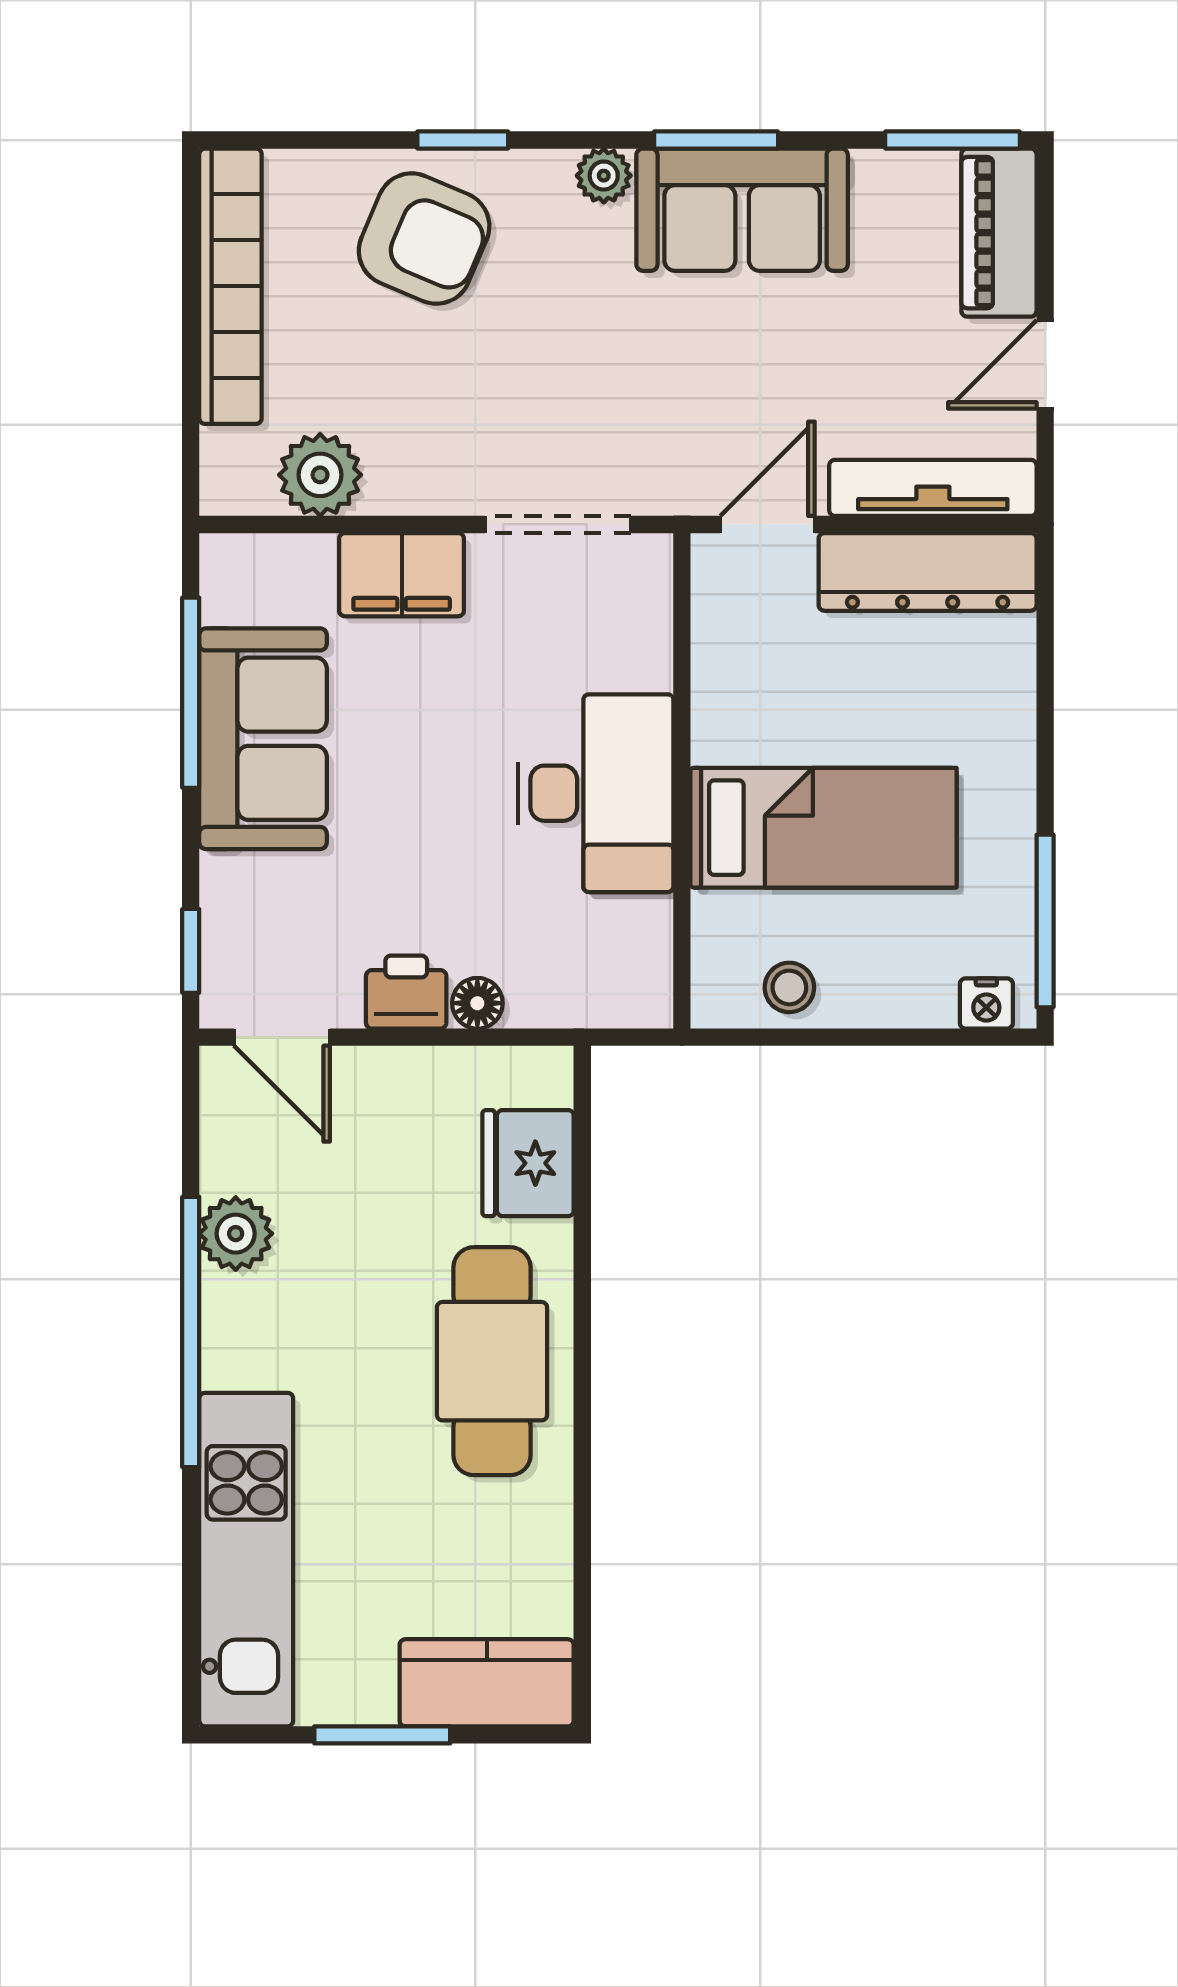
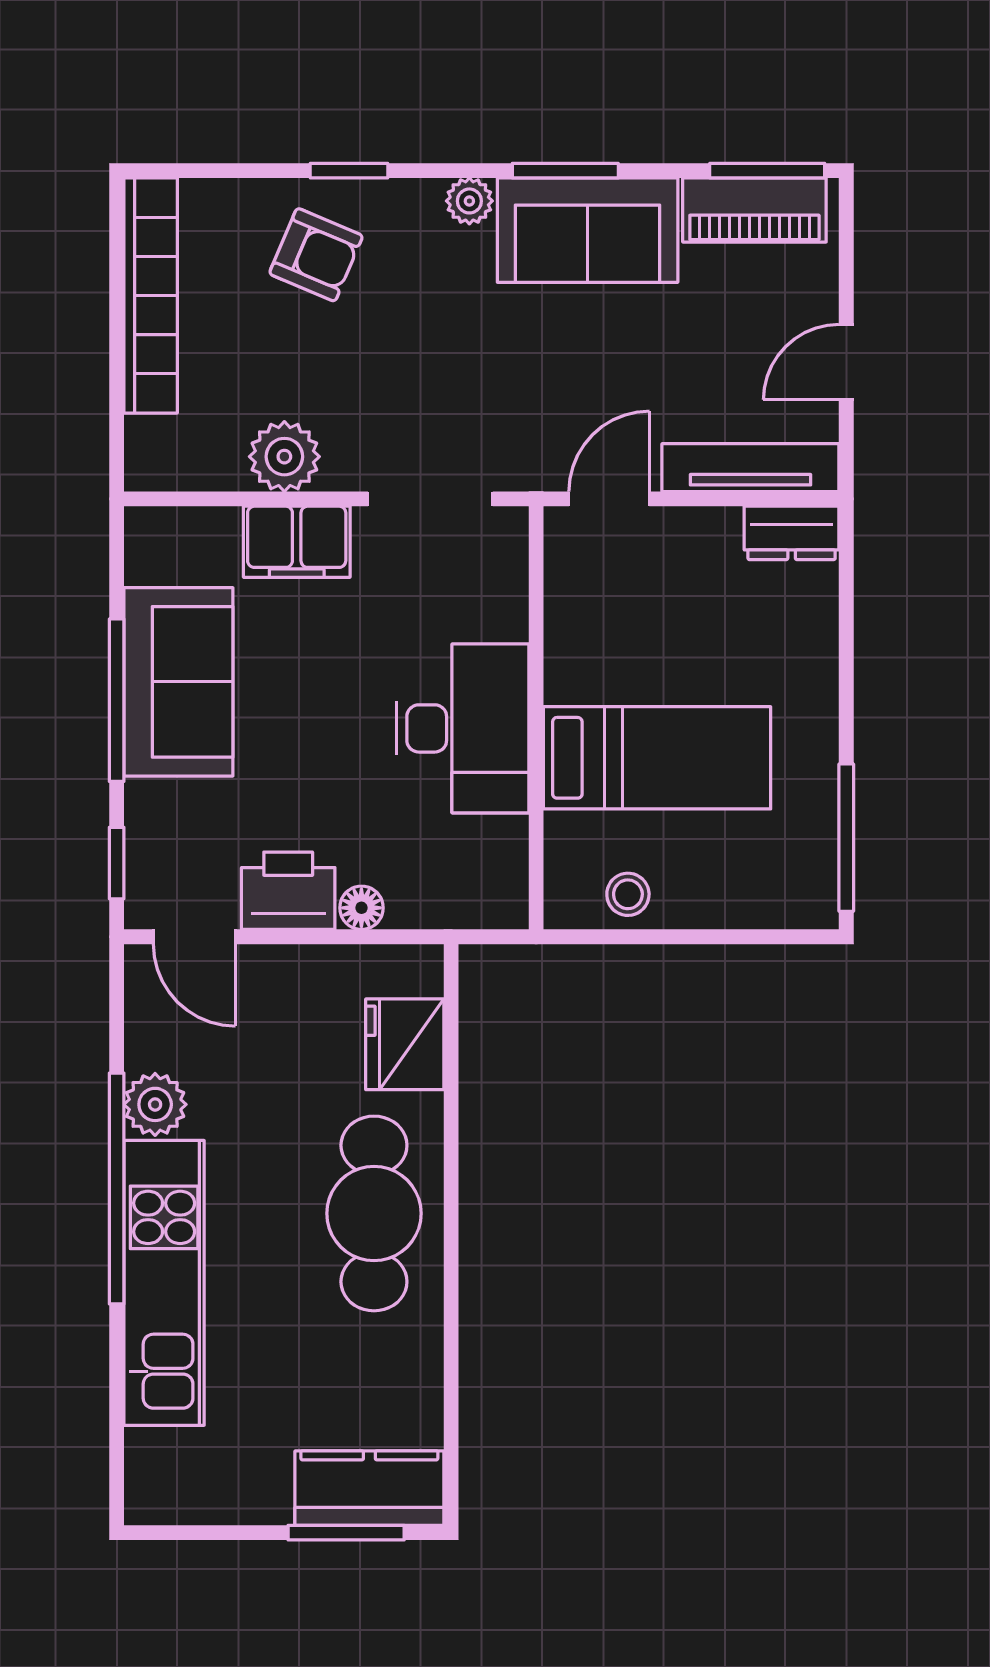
piano: (999, 233) -> (754, 210), moved, turned -90
armchair: (424, 239) -> (316, 255), width x0.72, depth x0.72
plant: (320, 475) -> (284, 457), moved
dresser: (928, 572) -> (792, 533), width x0.51, depth x0.80
window: (191, 693) -> (117, 700), moved
printer: (406, 992) -> (288, 891), width x1.36, depth x1.24
nightstand: (986, 1004) -> (796, 908), removed
kitchen unit: (246, 1560) -> (164, 1283), moved
window: (382, 1735) -> (346, 1533), moved

